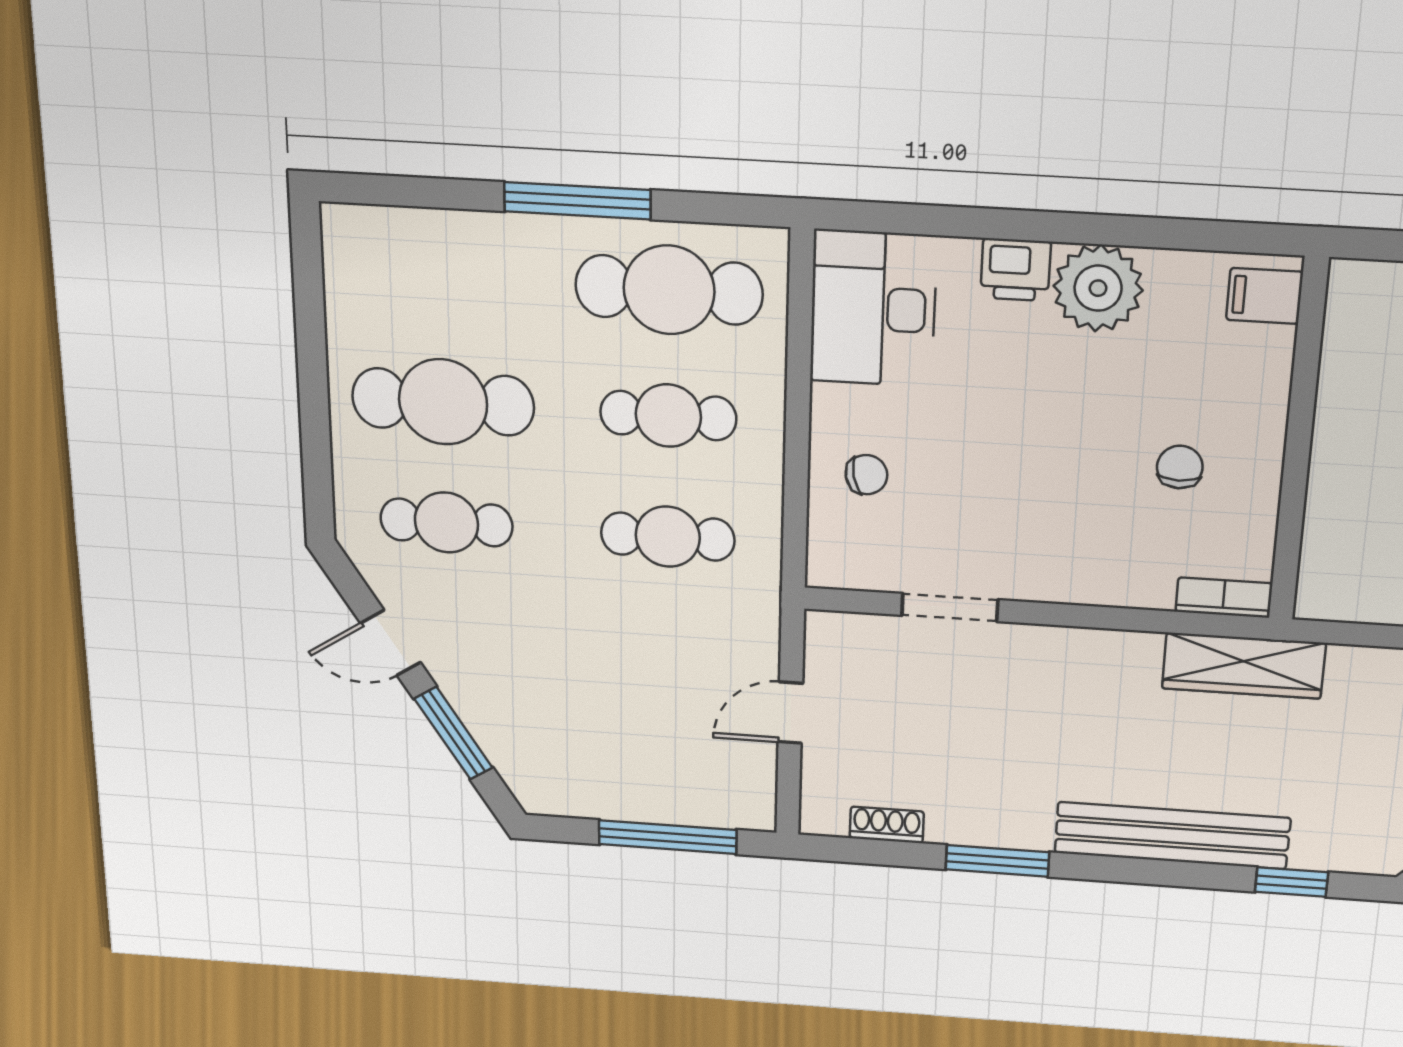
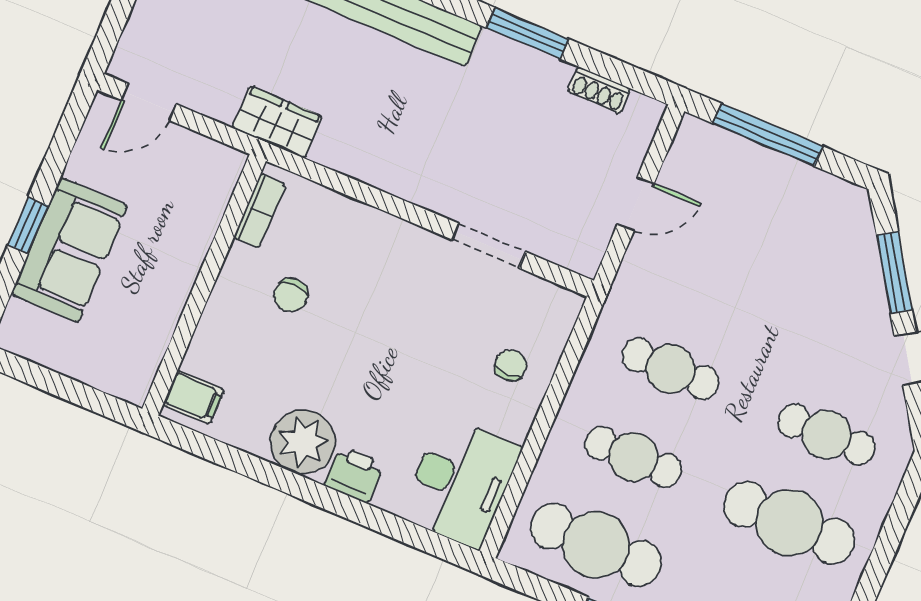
chair: (866, 475) -> (511, 365), turned 102
bookcase: (1224, 598) -> (260, 211), moved, turned -90
wardrobe: (1244, 666) -> (277, 122), width x0.67

